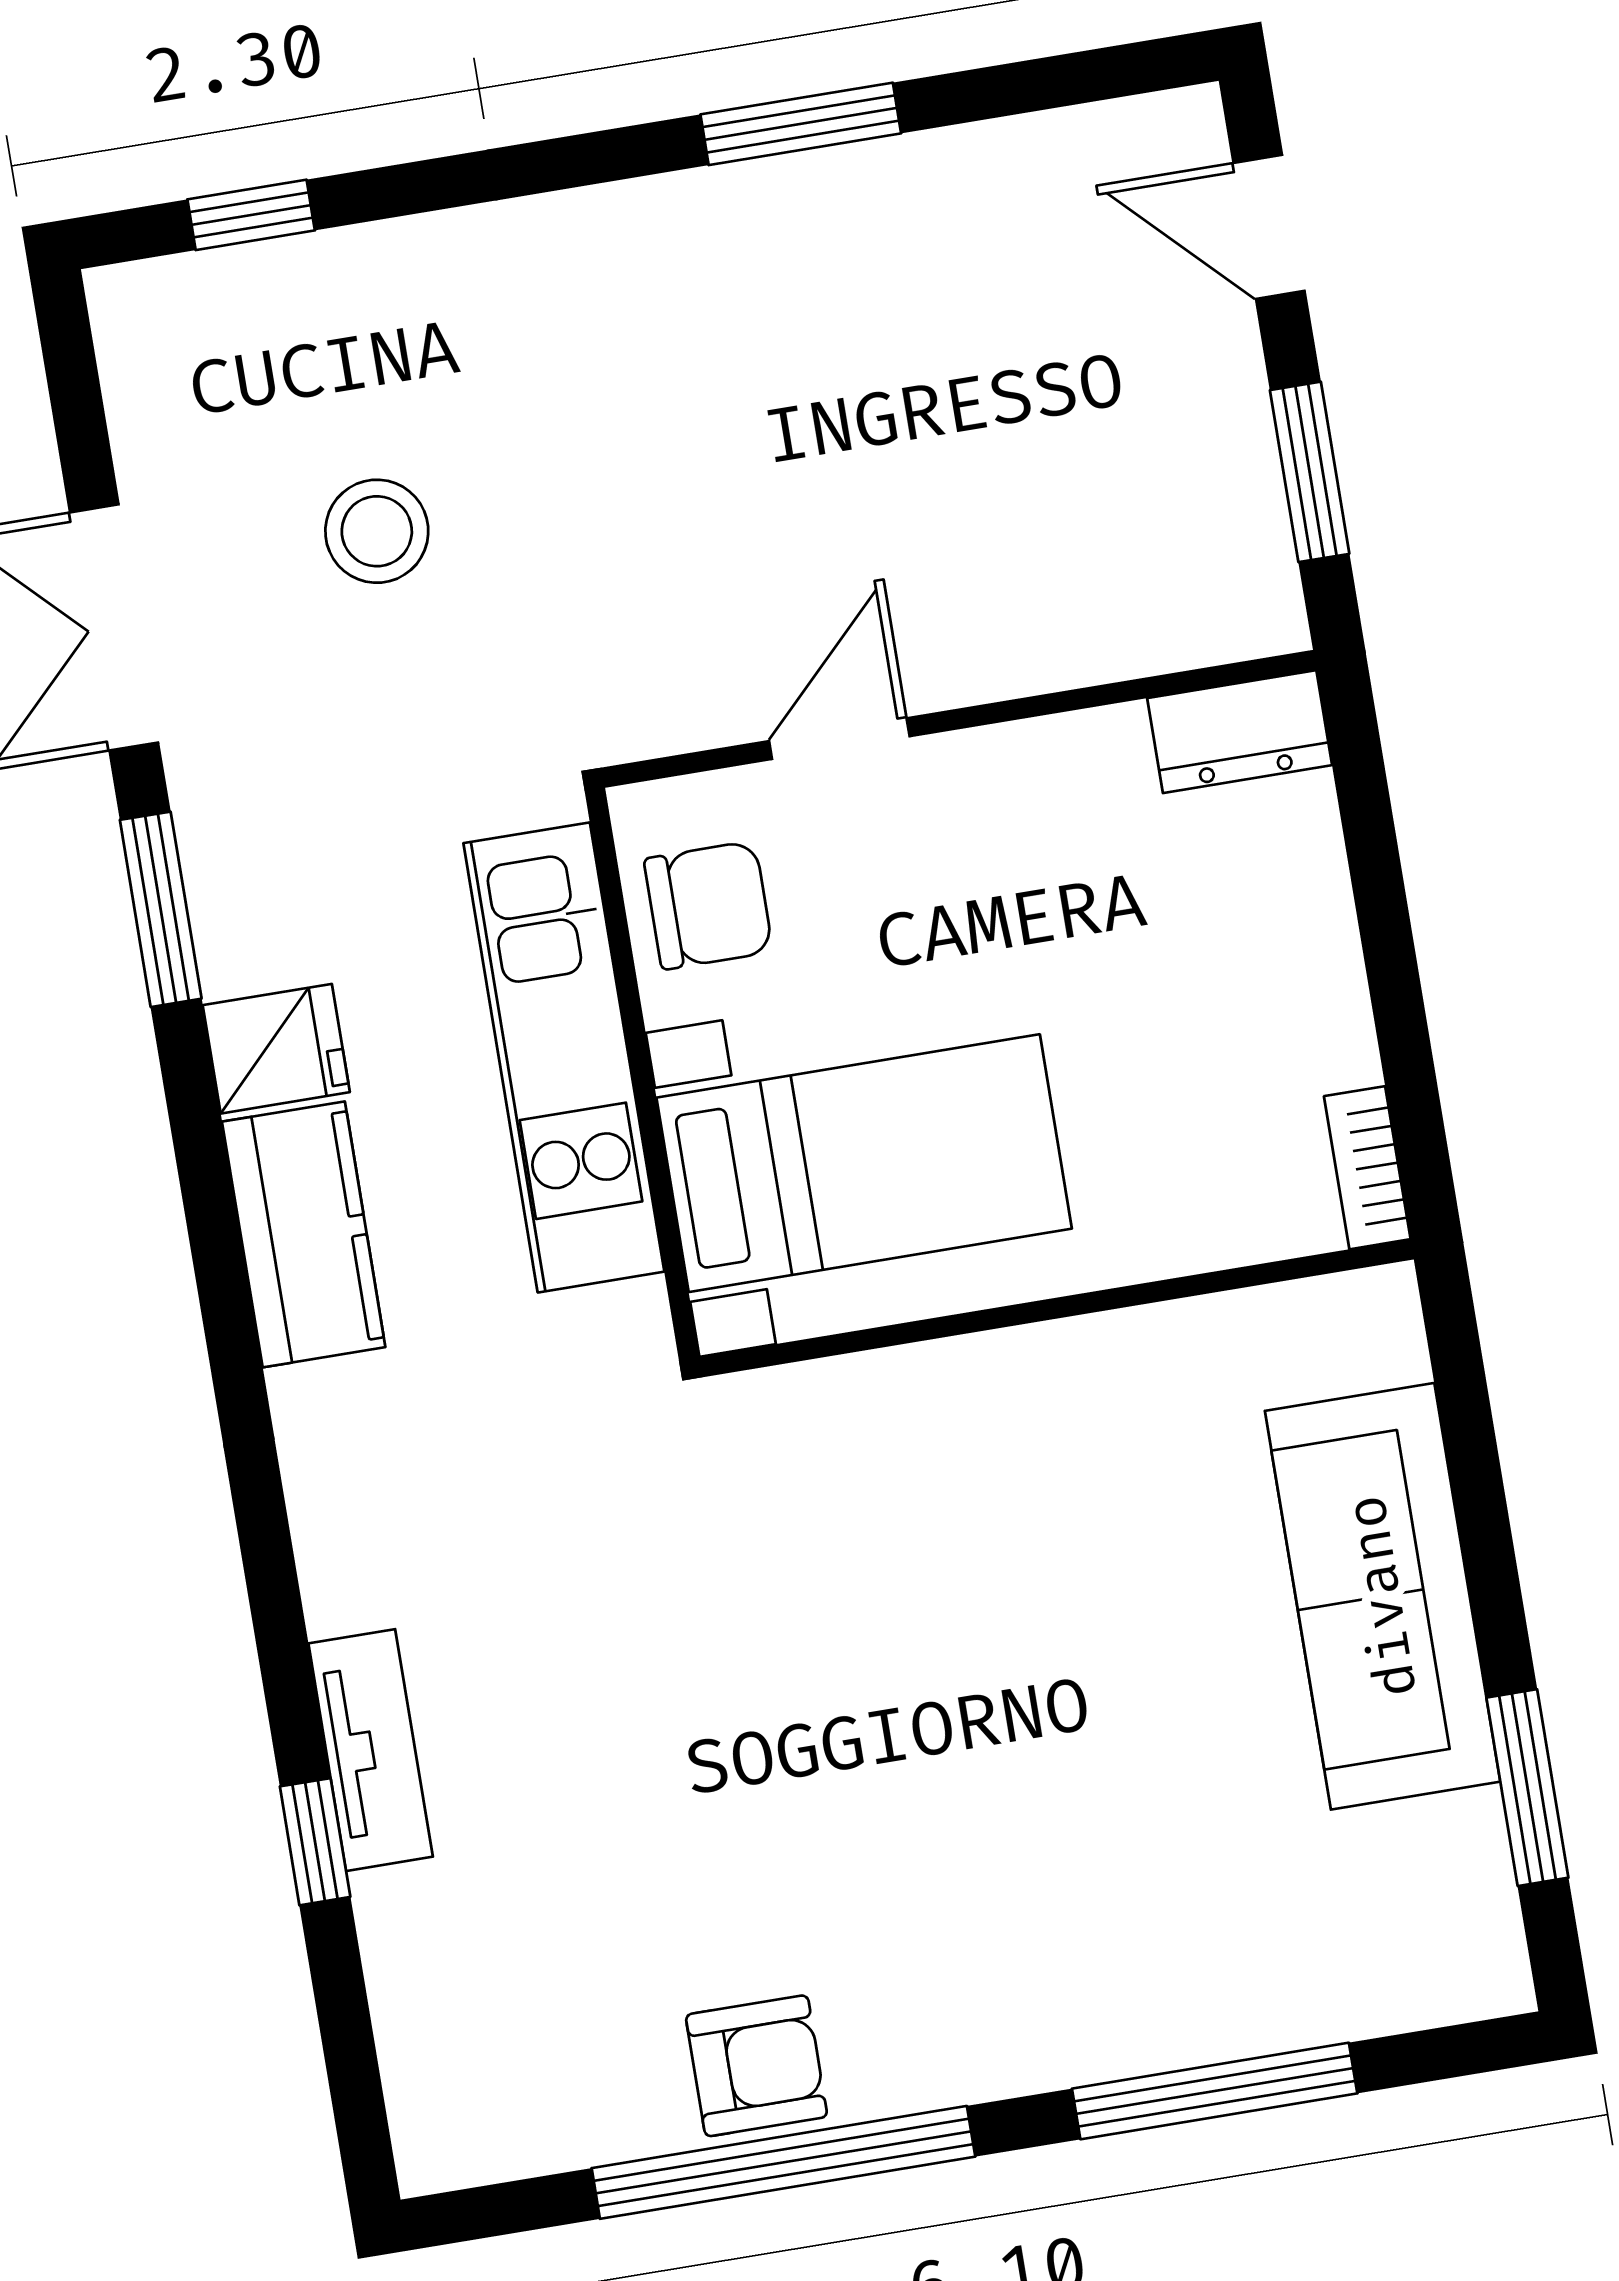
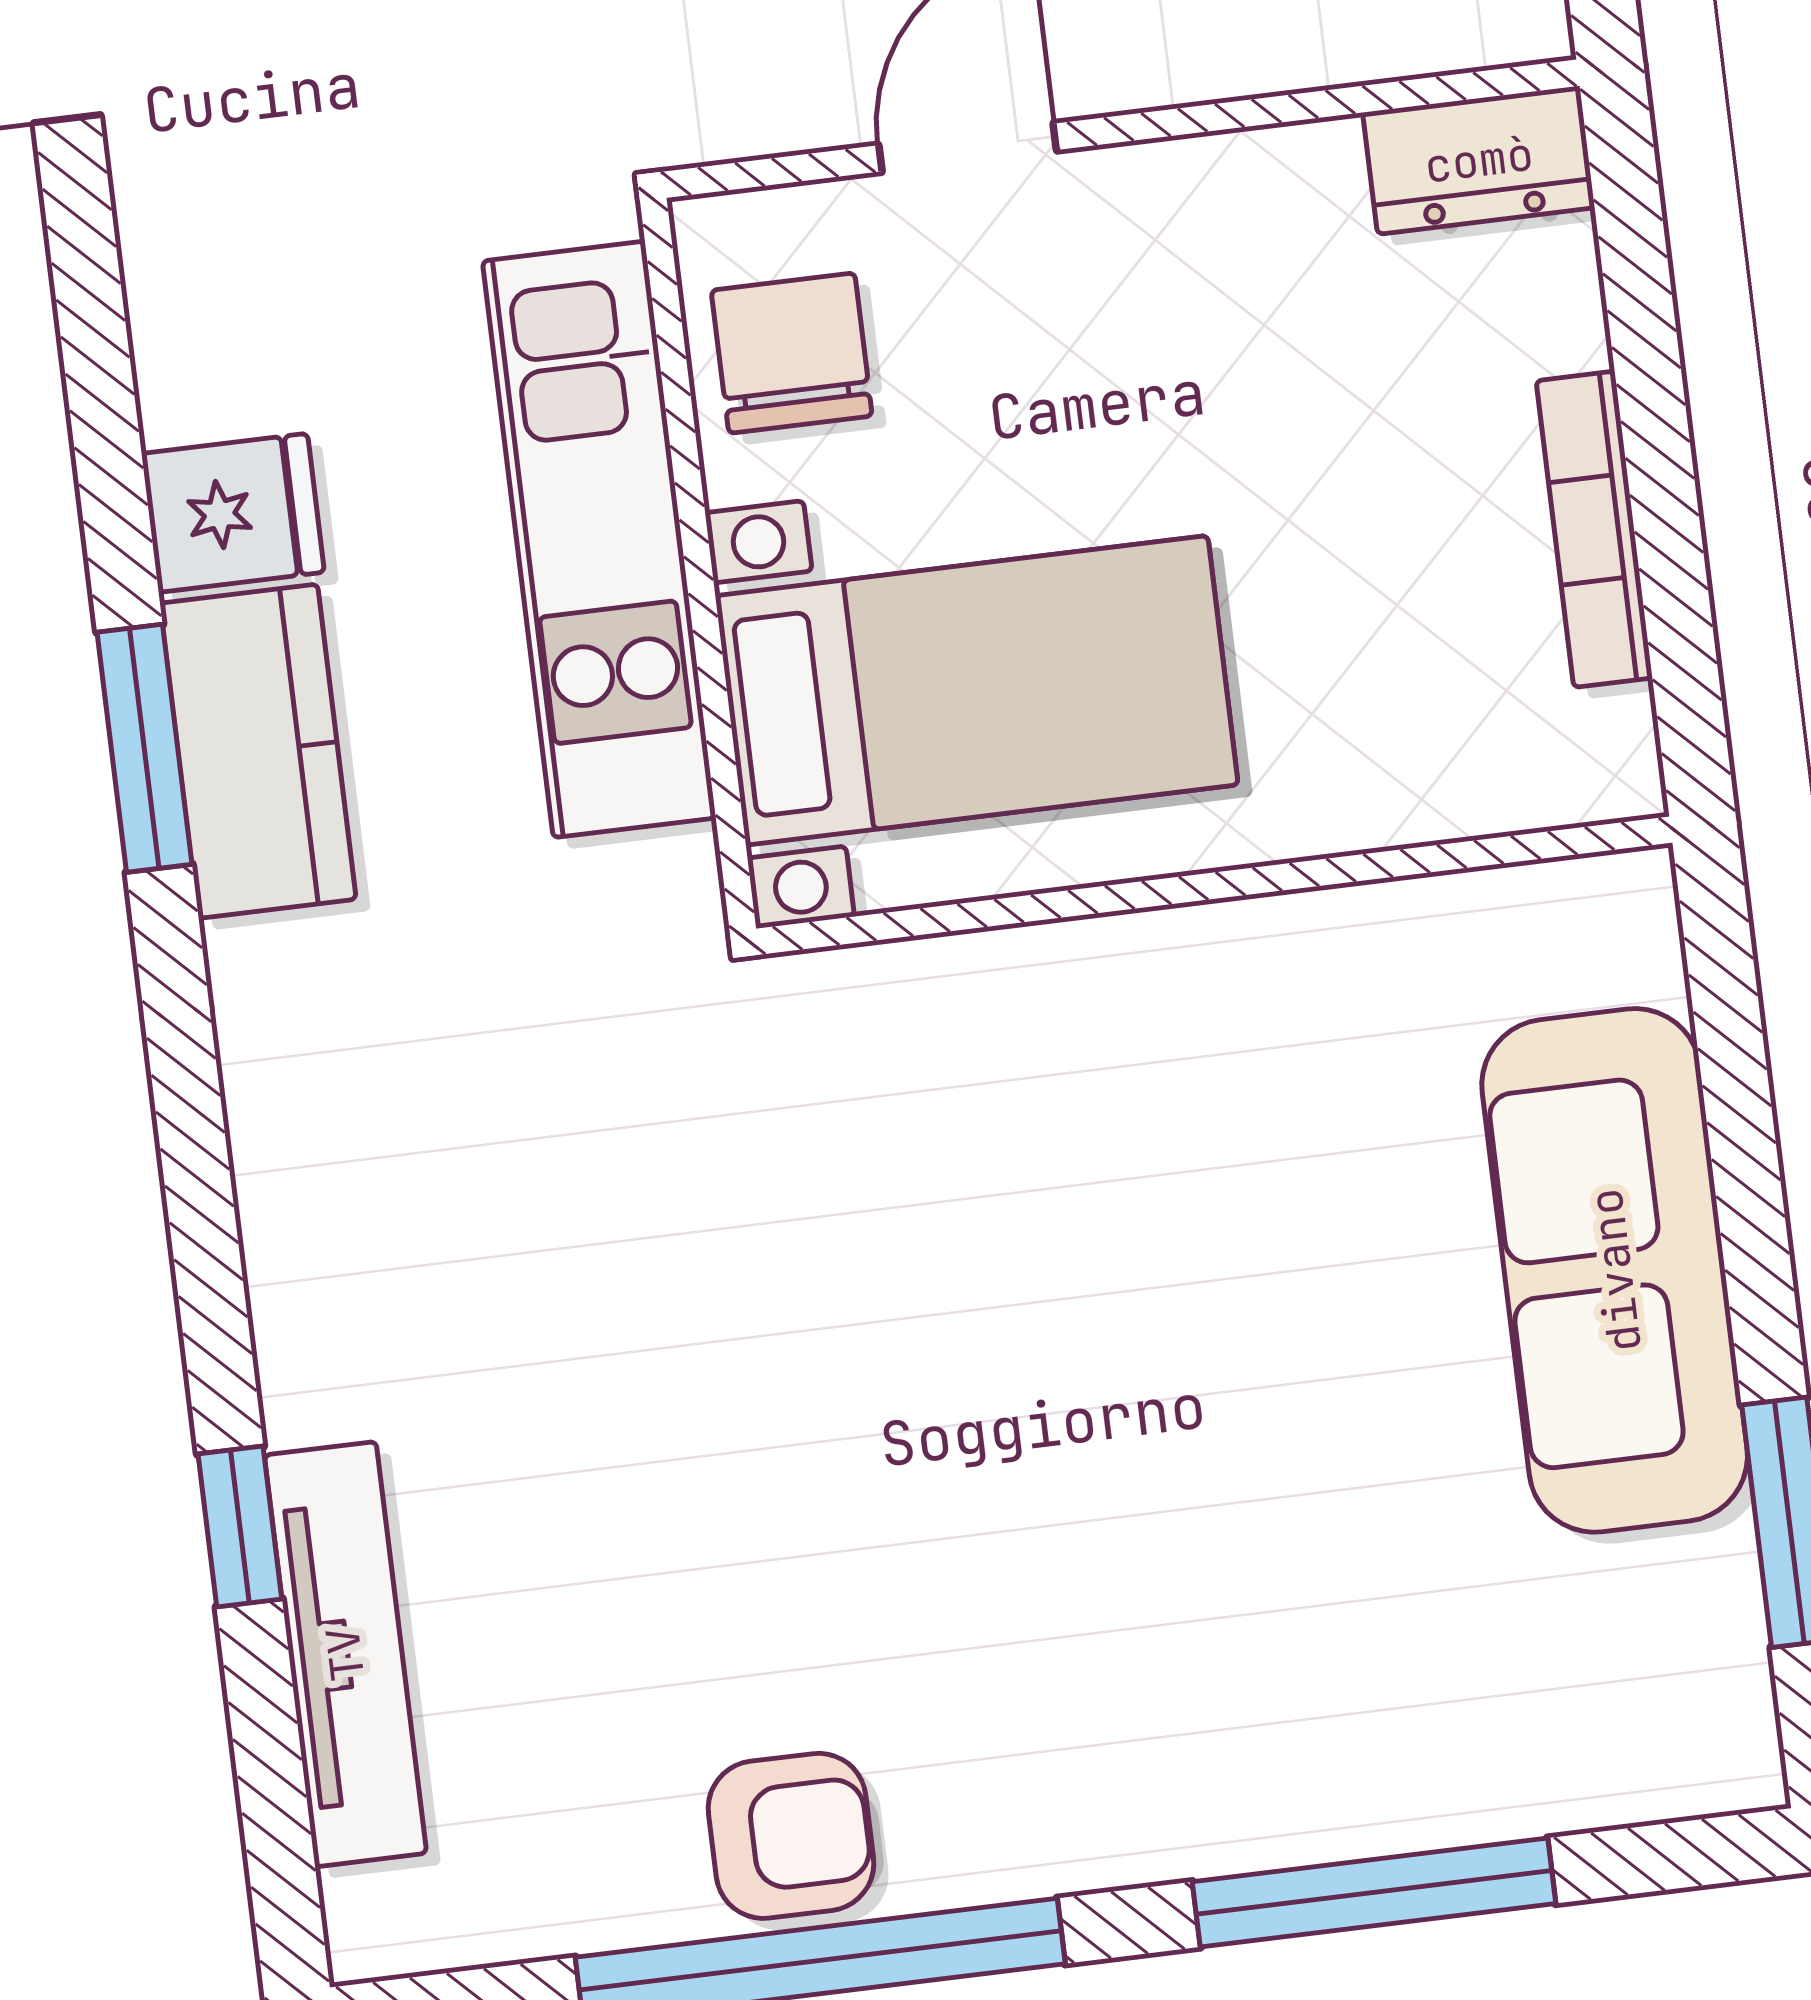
chair: (708, 905) -> (792, 353), turned -90
window: (161, 909) -> (144, 748), moved
bookcase: (1367, 1168) -> (1594, 529), moved, width x1.56
tv unit: (371, 1750) -> (345, 1654), moved, width x1.41

